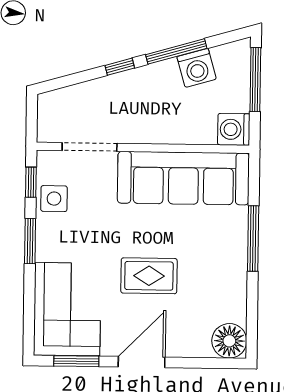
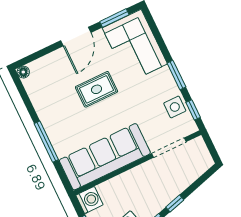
floor lamp: (229, 341) -> (23, 72), width x0.53, depth x0.53

